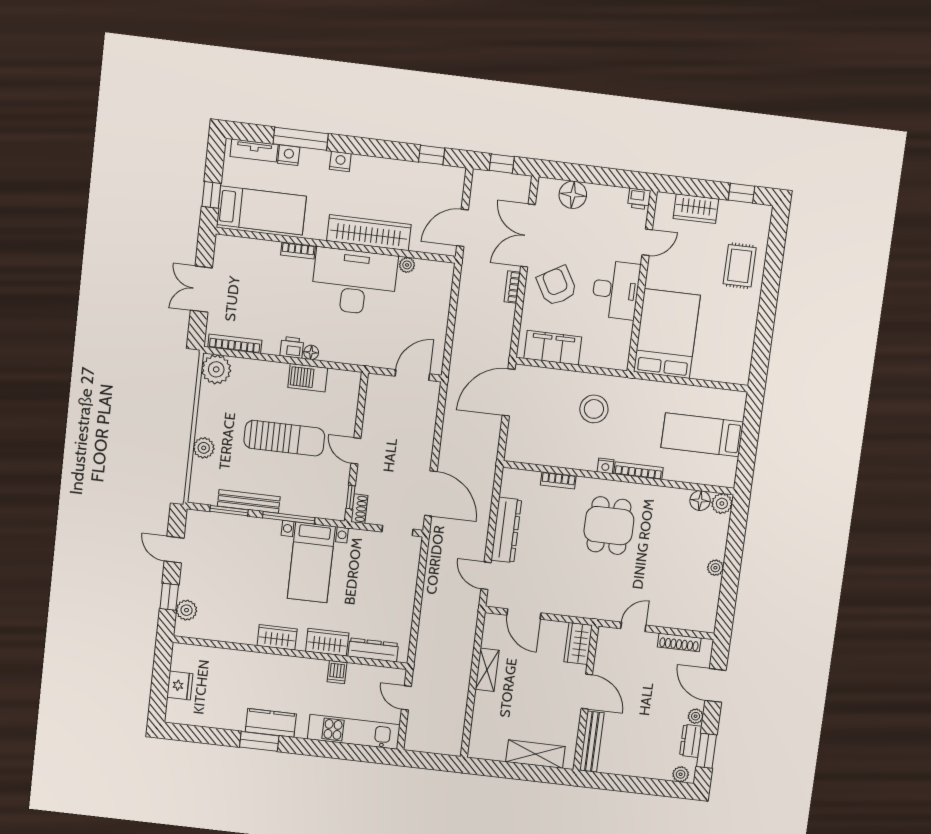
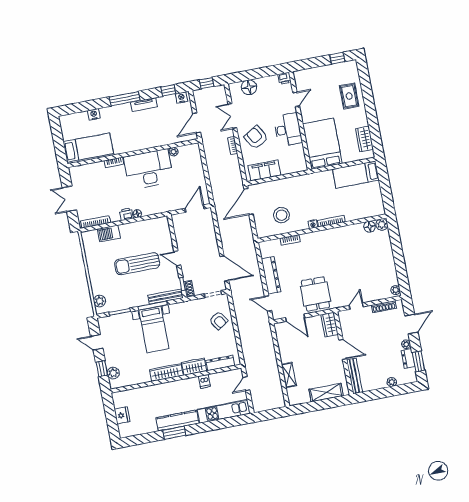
window: (301, 139) -> (125, 99), moved
tv unit: (254, 150) -> (144, 105), moved
nightstand: (340, 161) -> (181, 98), moved
window: (211, 195) -> (60, 148), removed
wardrobe: (696, 209) -> (364, 139), moved, turned 90
wardrobe: (369, 233) -> (148, 141), removed
double door: (528, 236) -> (232, 116), width x0.73
plant: (216, 369) -> (90, 239), removed
barbecue: (308, 378) -> (109, 234), moved
stool: (594, 409) -> (282, 215), moved
bed: (702, 435) -> (356, 175), moved
sun lounger: (284, 438) -> (137, 264), turned 180
plant: (204, 448) -> (100, 301), moved
bench: (249, 501) -> (165, 297), moved
dining table: (609, 526) -> (316, 294), moved
bed with nightstands: (311, 562) -> (154, 329), moved
plant: (715, 568) -> (396, 290), moved
armchair: (393, 578) -> (219, 321), added
wardrobe: (277, 637) -> (166, 372), width x1.50
shelving: (487, 670) -> (289, 375), moved
door: (716, 685) -> (411, 324), swing flipped
door: (406, 698) -> (246, 384), hinge flipped
kitchen counter: (271, 723) -> (177, 421), width x1.50
plant: (681, 774) -> (392, 382), moved

